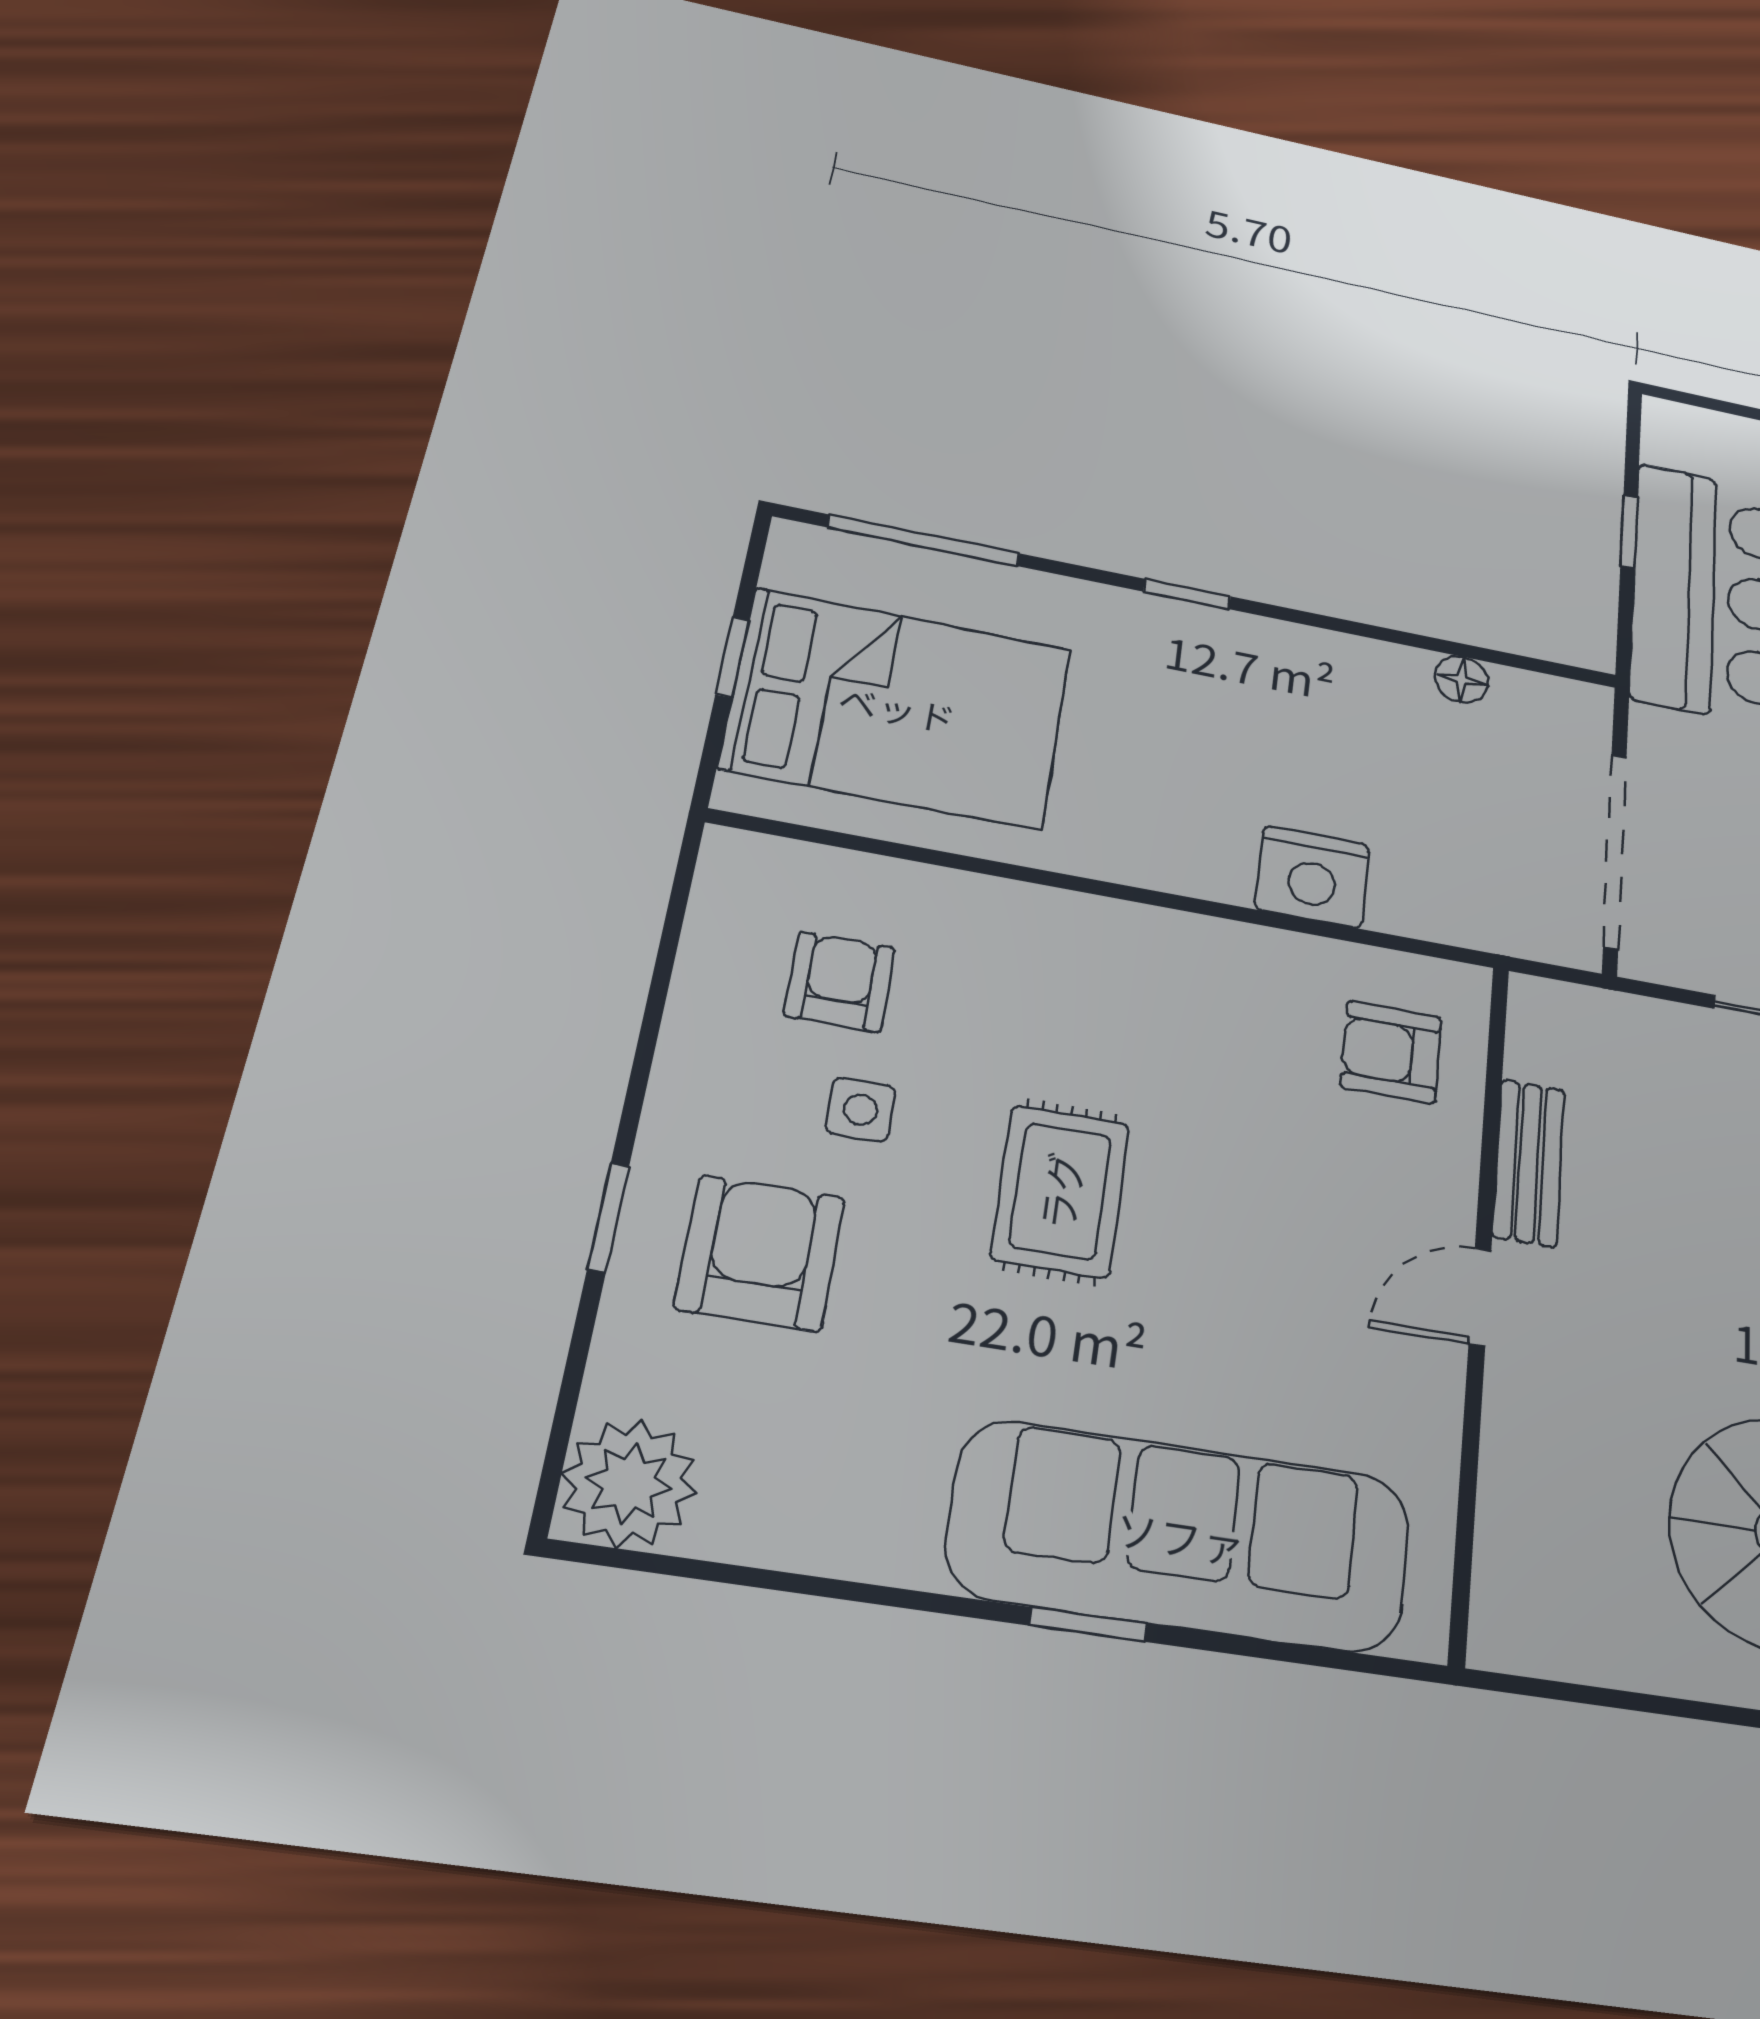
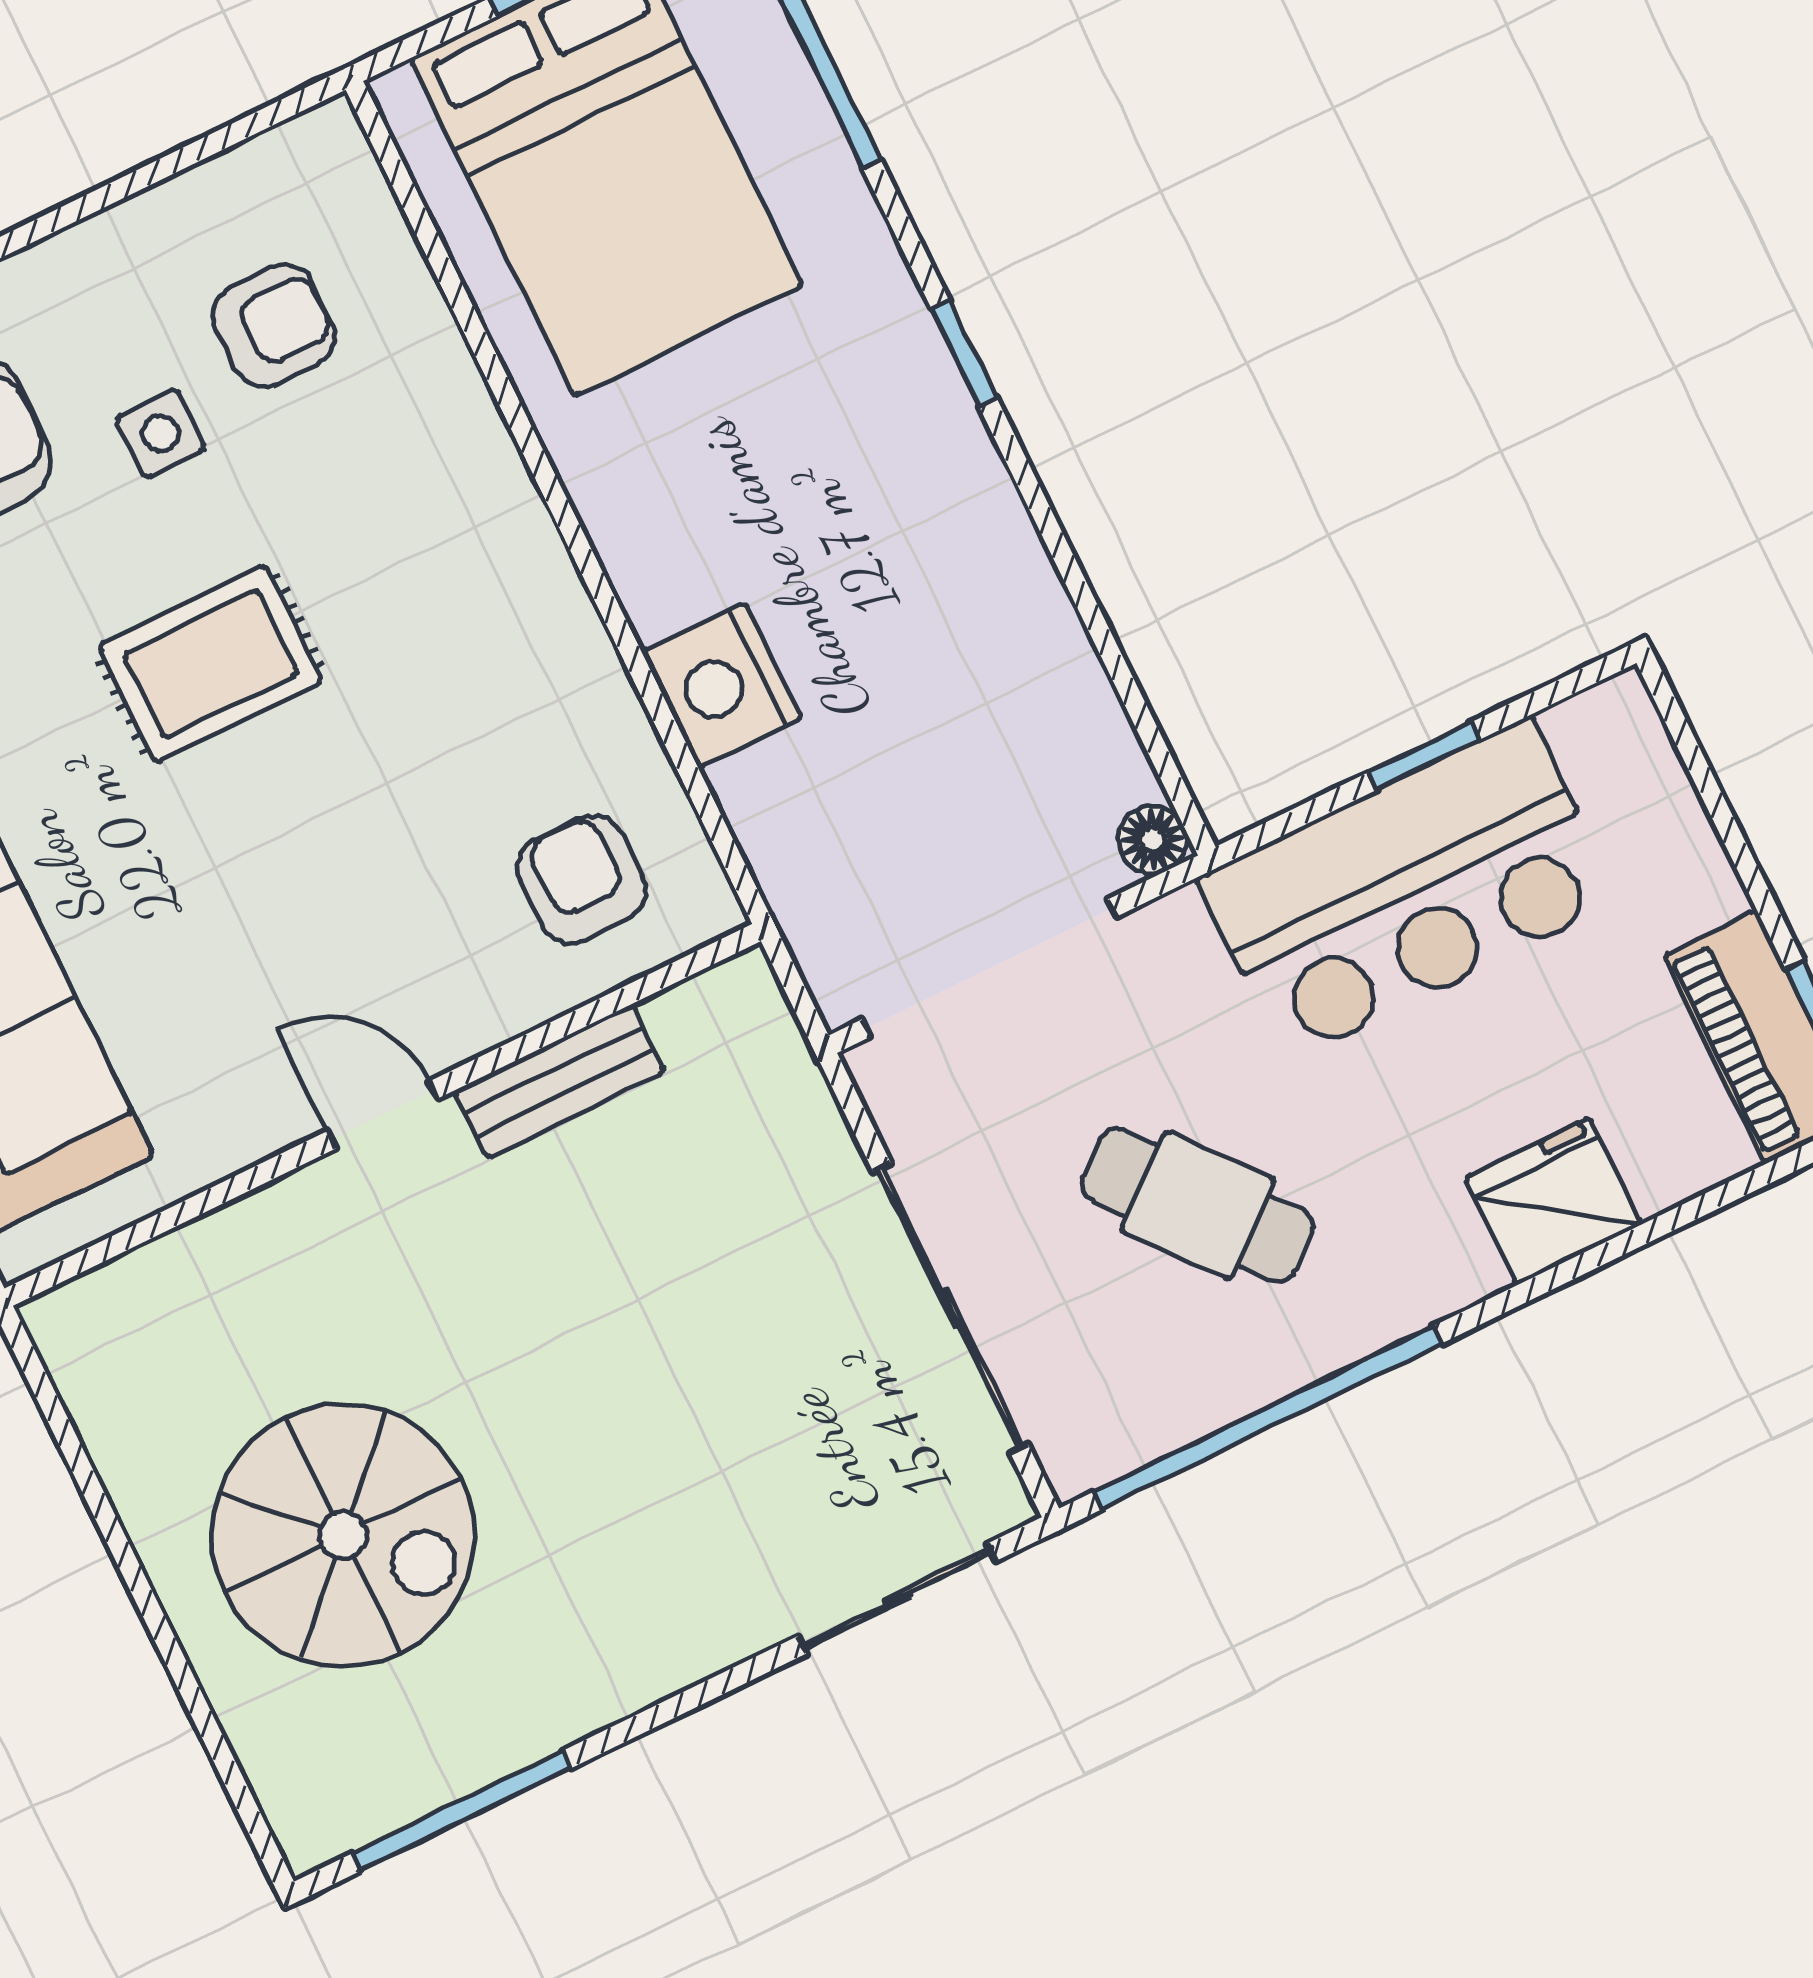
floor lamp: (1462, 680) -> (1152, 840), moved

